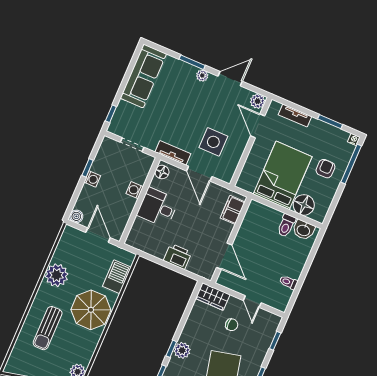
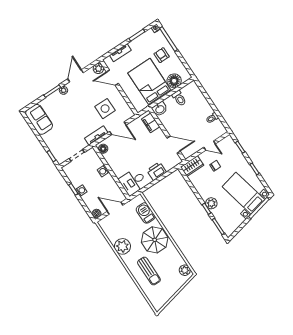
sofa: (143, 76) -> (39, 119), width x0.73
desk: (158, 207) -> (133, 182), moved
washbasin: (304, 230) -> (160, 109), moved

